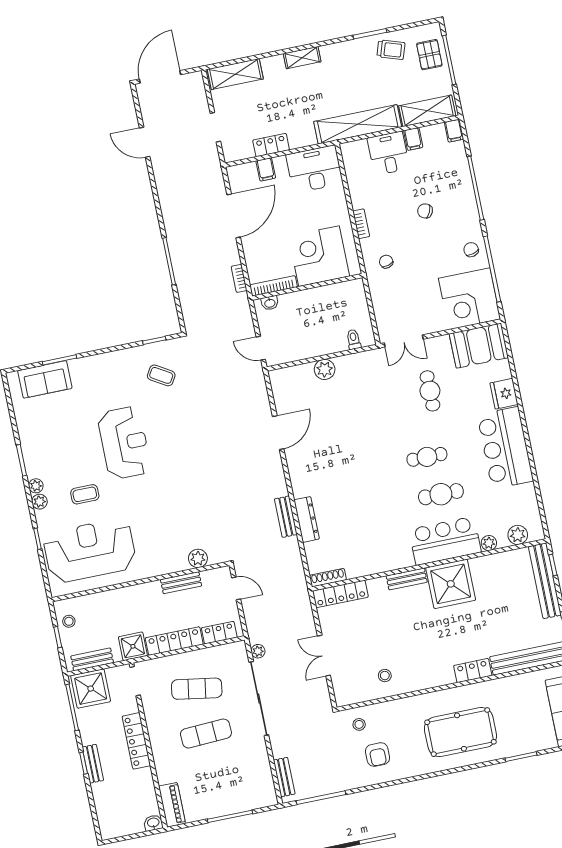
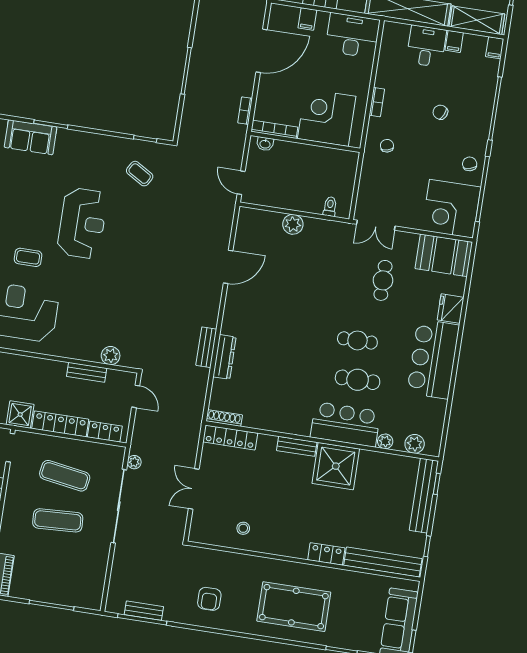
stool: (359, 724) -> (203, 565), removed
bench: (284, 777) -> (144, 611), moved, turned 90

